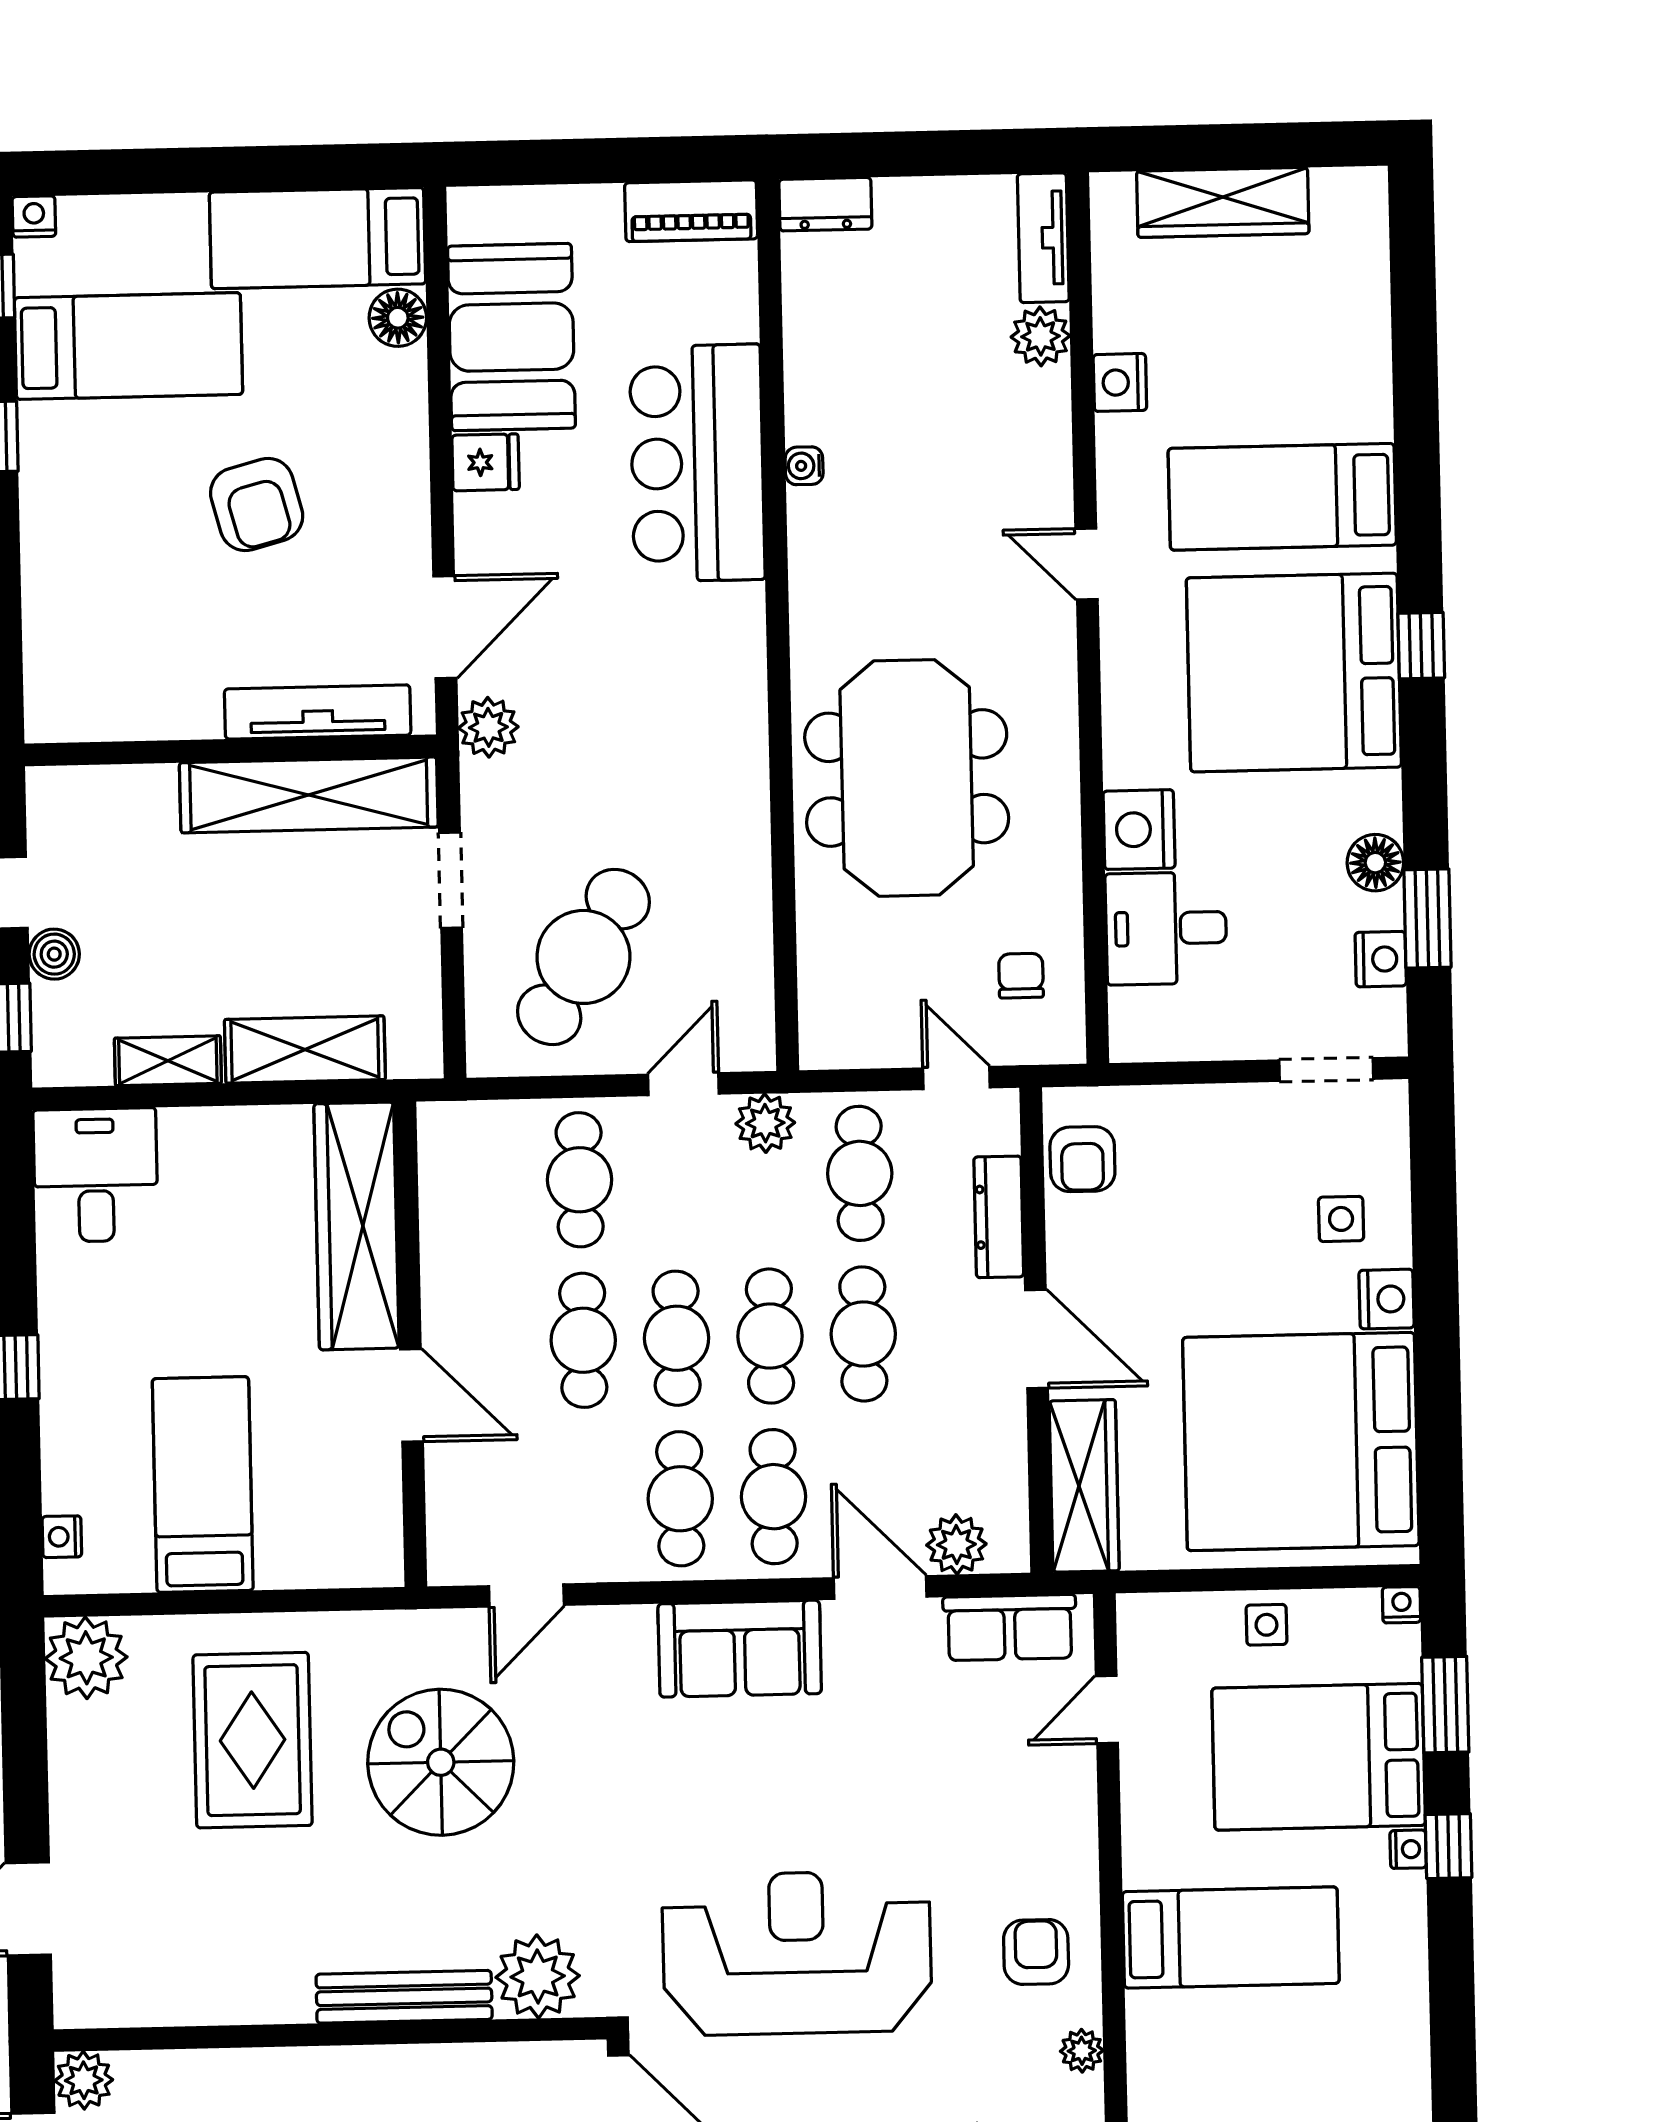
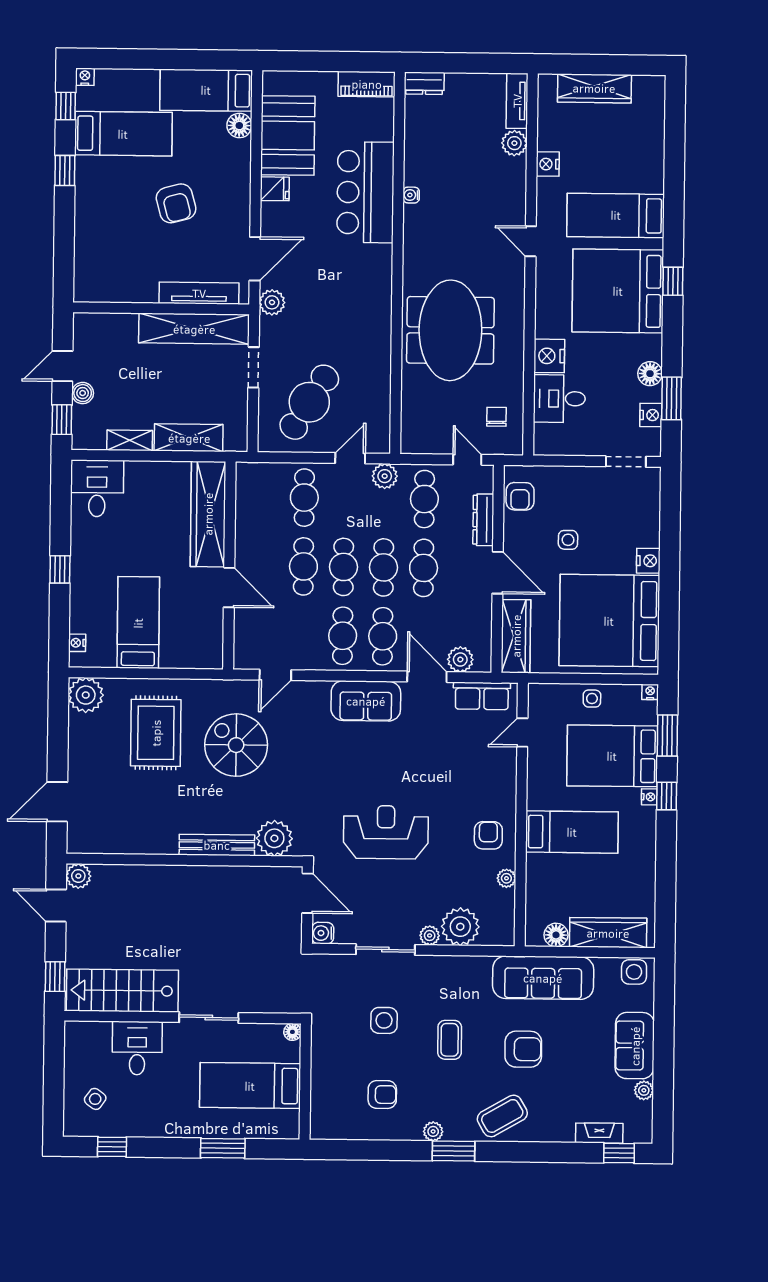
side table: (1341, 1219) -> (568, 540), moved
reception desk: (797, 1953) -> (386, 832), width x0.74, depth x0.77

